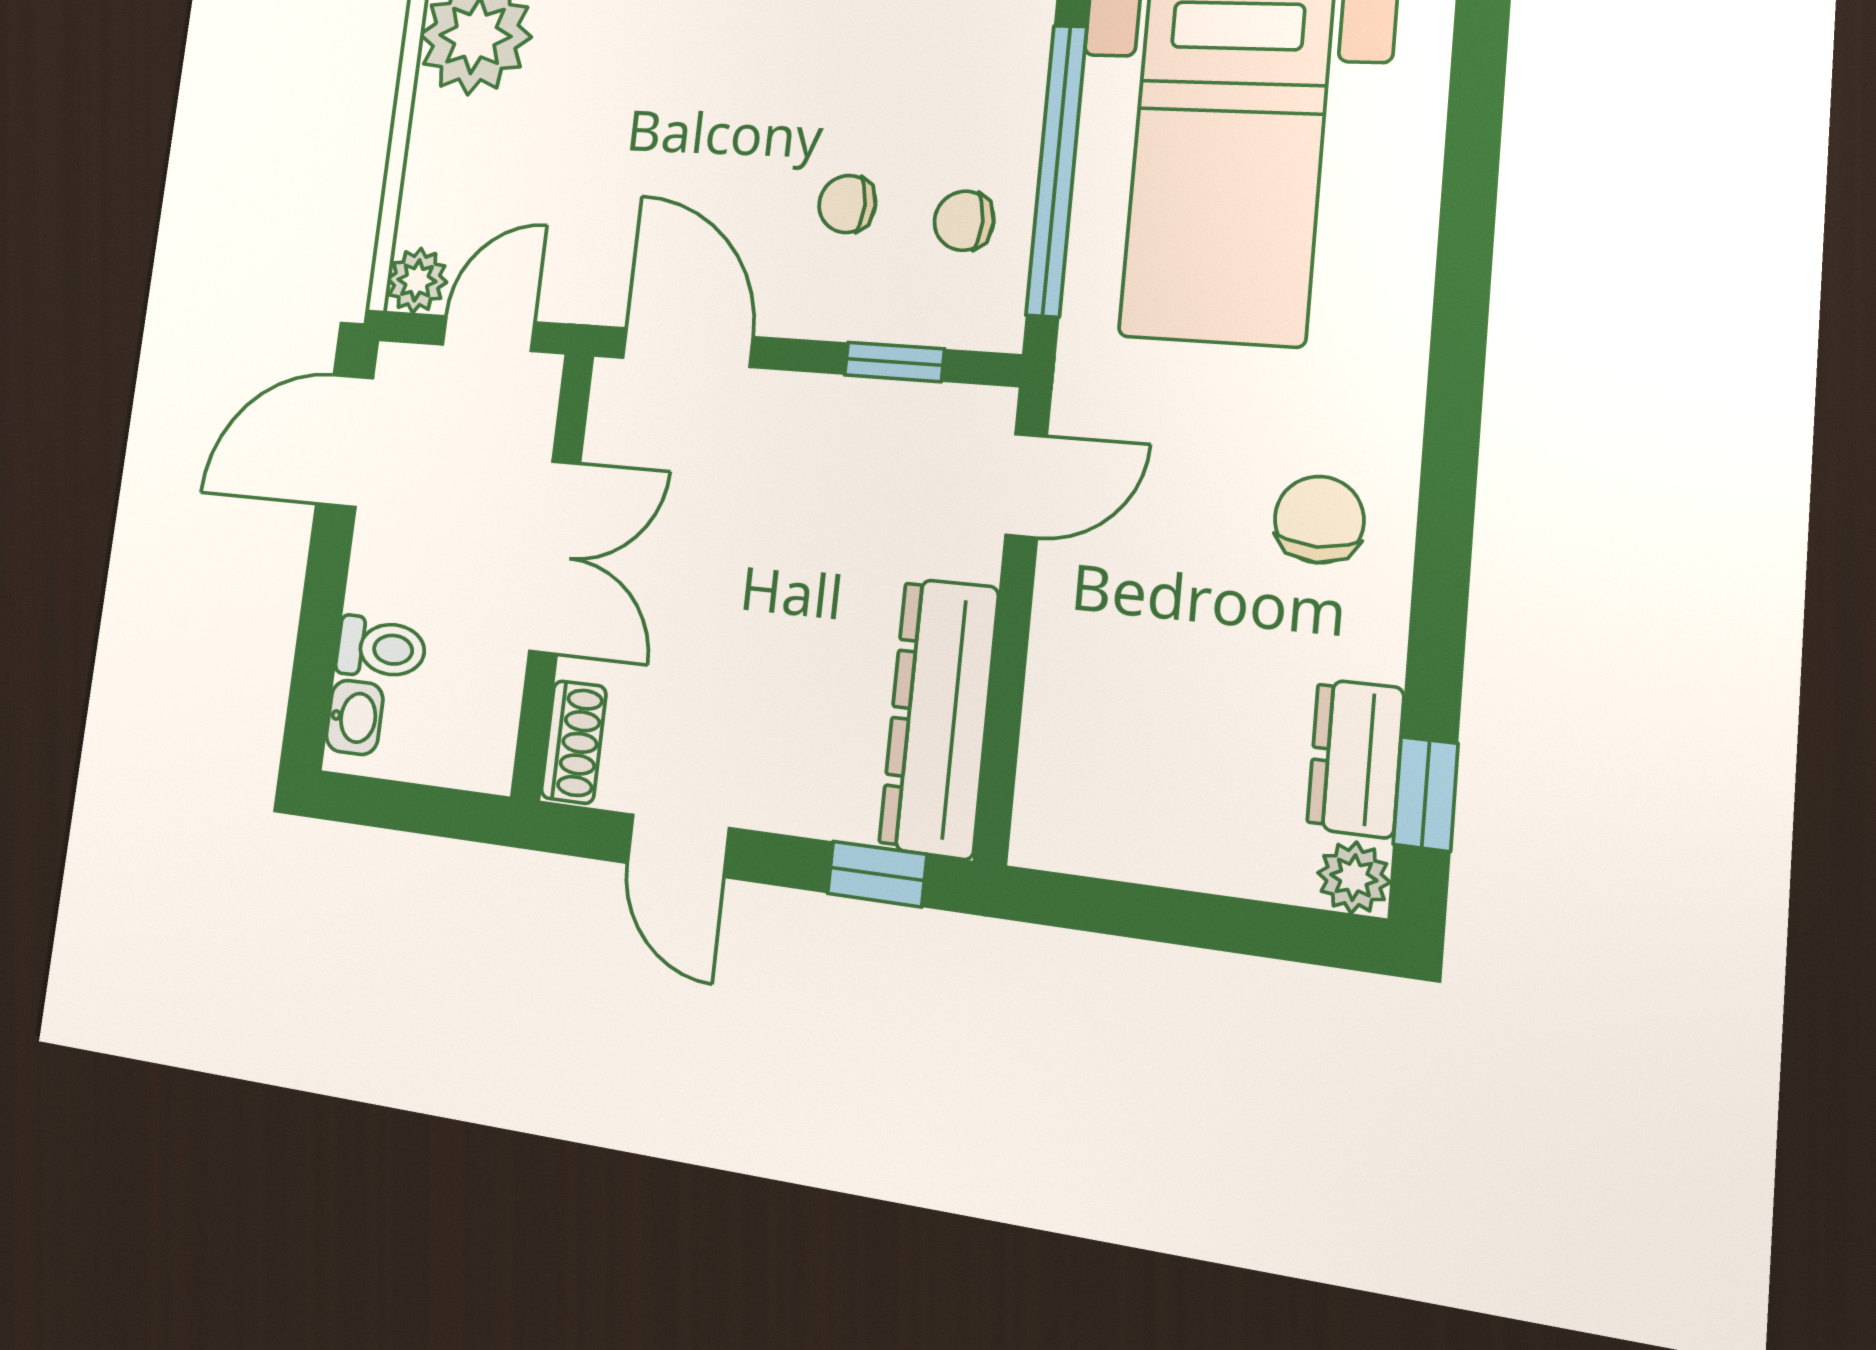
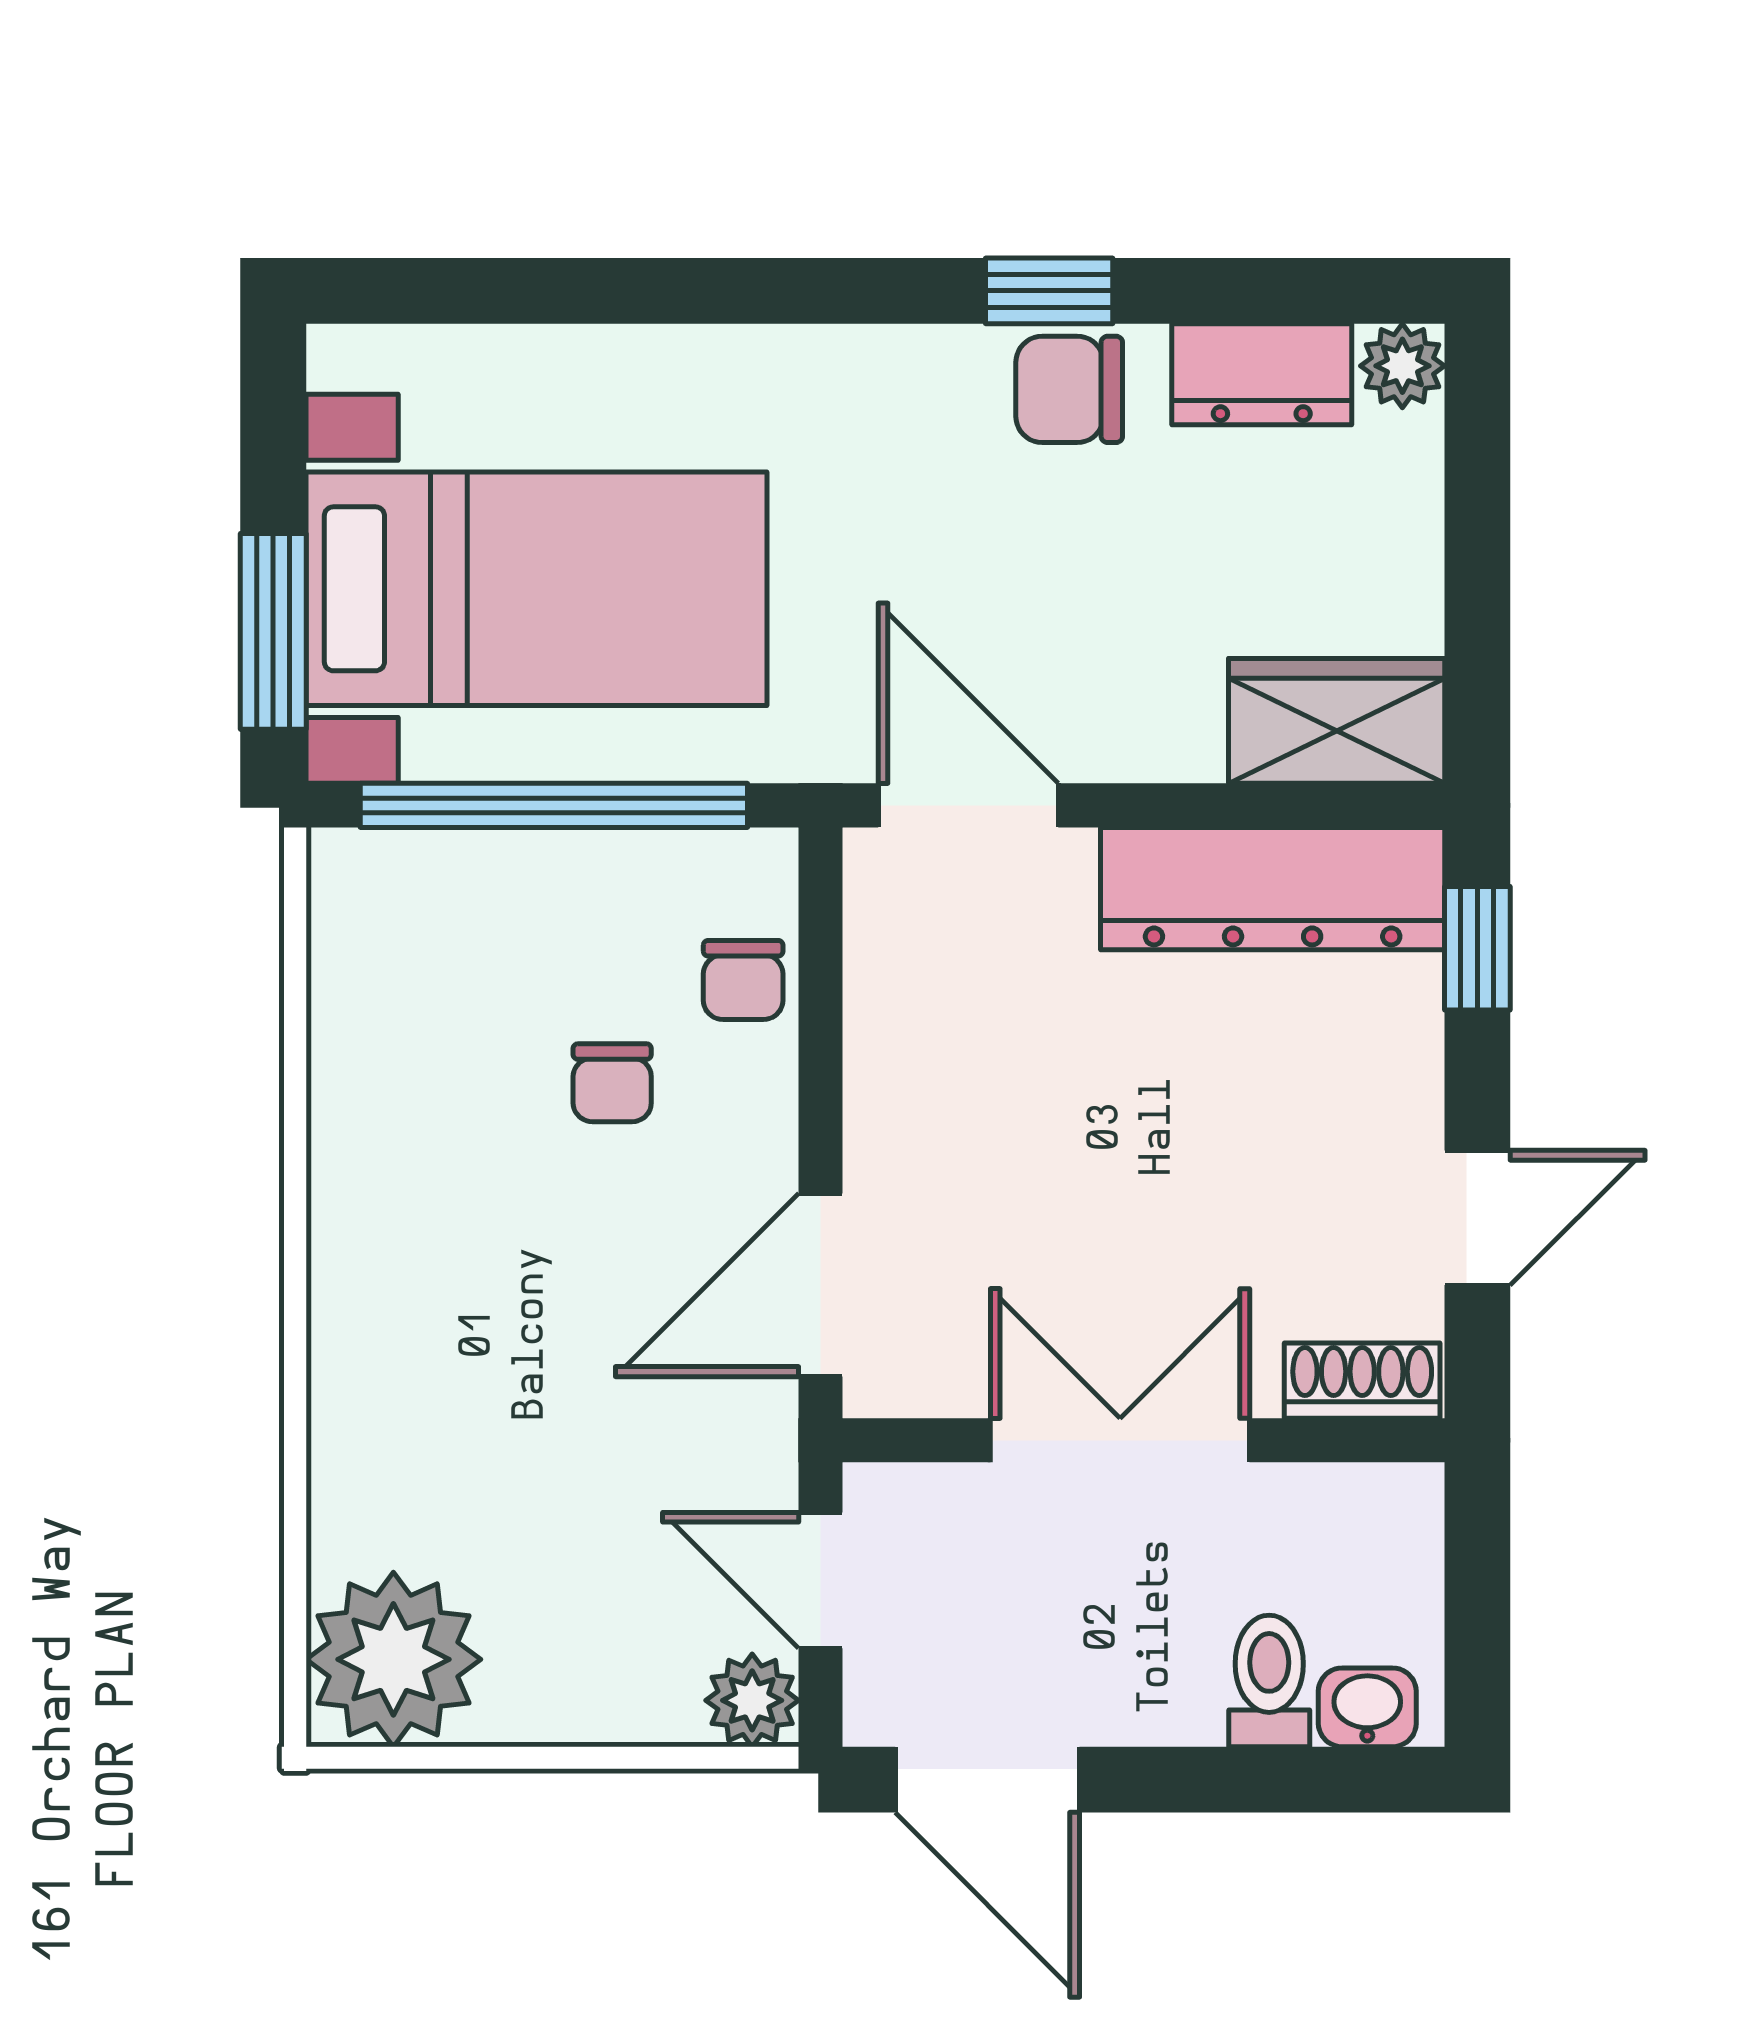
chair: (964, 221) -> (743, 980), moved
window: (894, 362) -> (821, 996), removed
door: (1026, 486) -> (968, 805), width x1.38
chair: (1319, 520) -> (1069, 389), moved
wardrobe: (1065, 785) -> (1337, 721), added
window: (1426, 794) -> (1049, 291), moved

